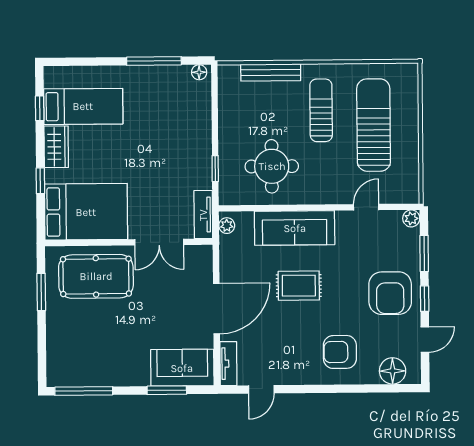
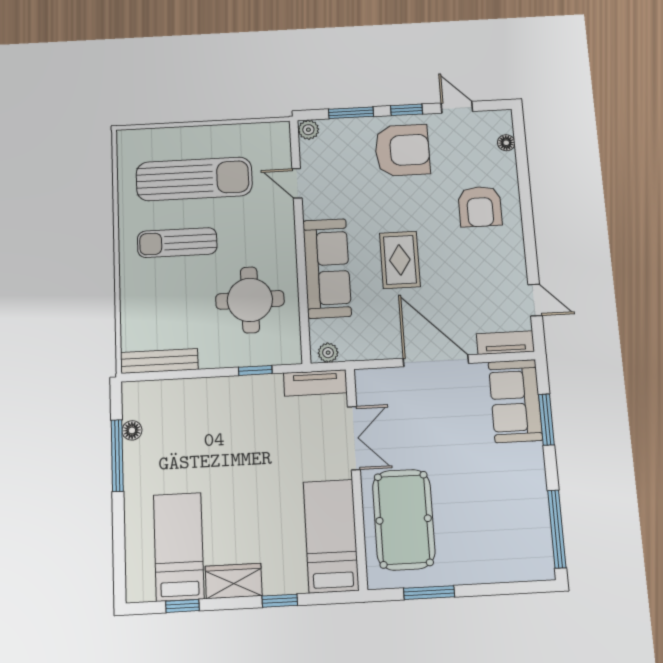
floor lamp: (199, 72) -> (132, 430), moved
bench: (271, 72) -> (159, 361), moved, turned 90
sun lounger: (374, 125) -> (194, 179), turned 180
bed: (86, 212) -> (331, 536), width x0.67
floor lamp: (393, 371) -> (506, 143), width x0.53, depth x0.53

